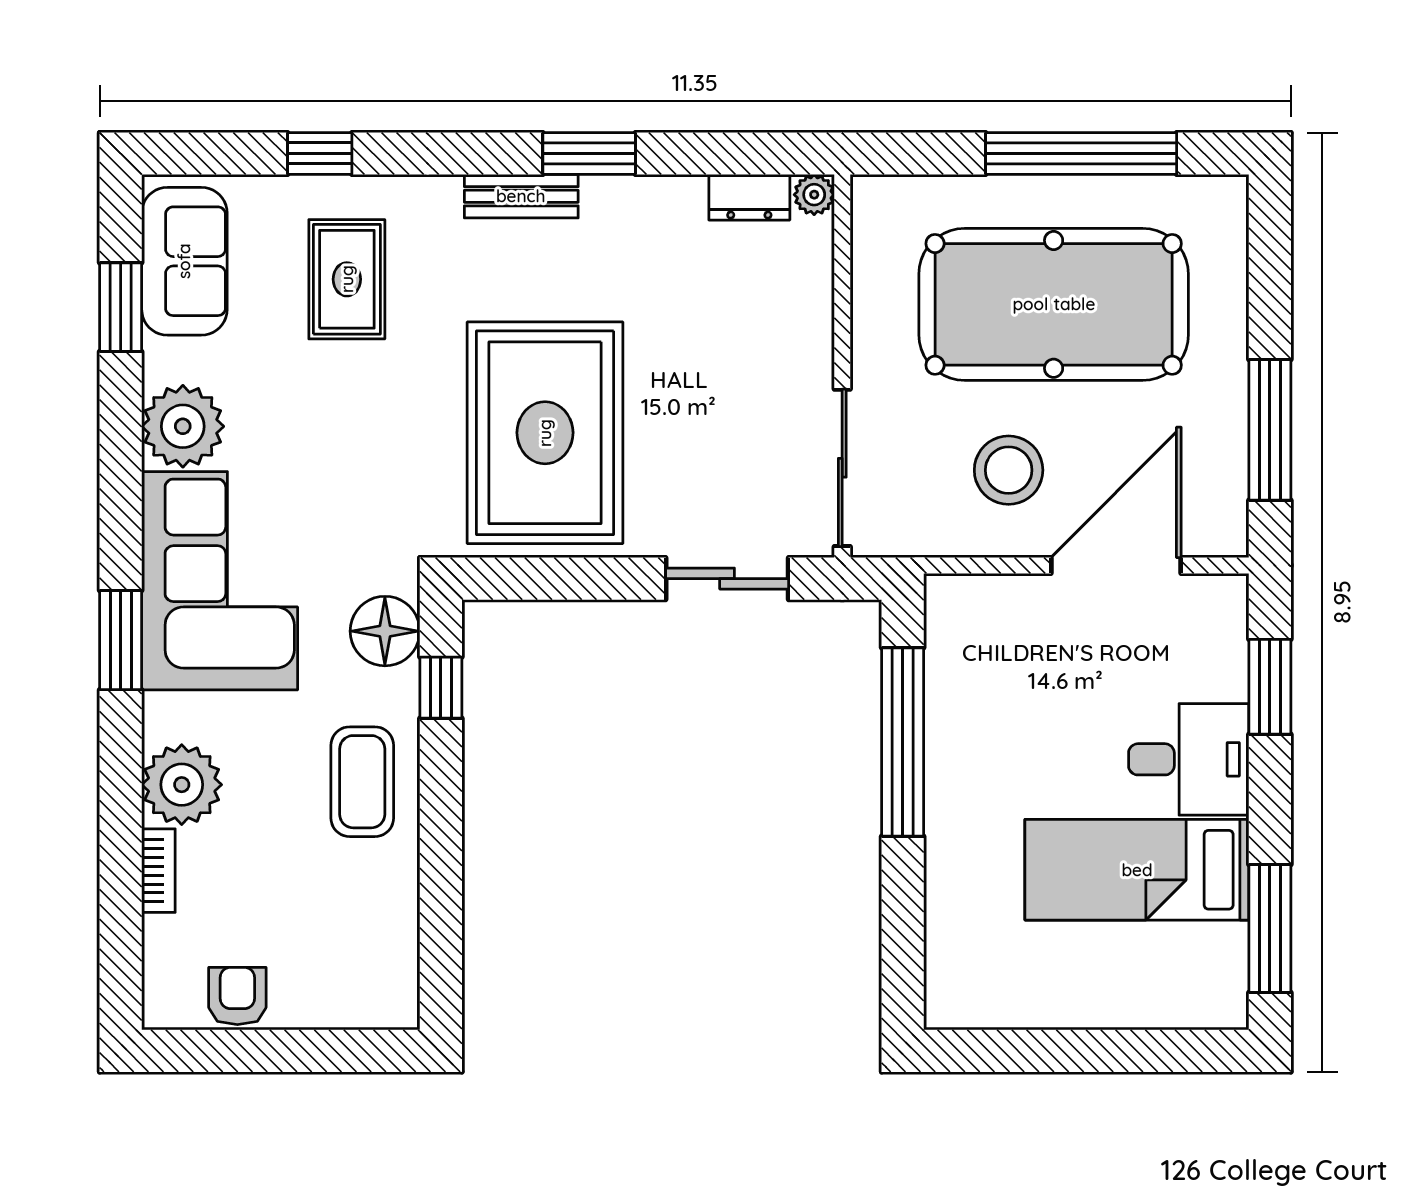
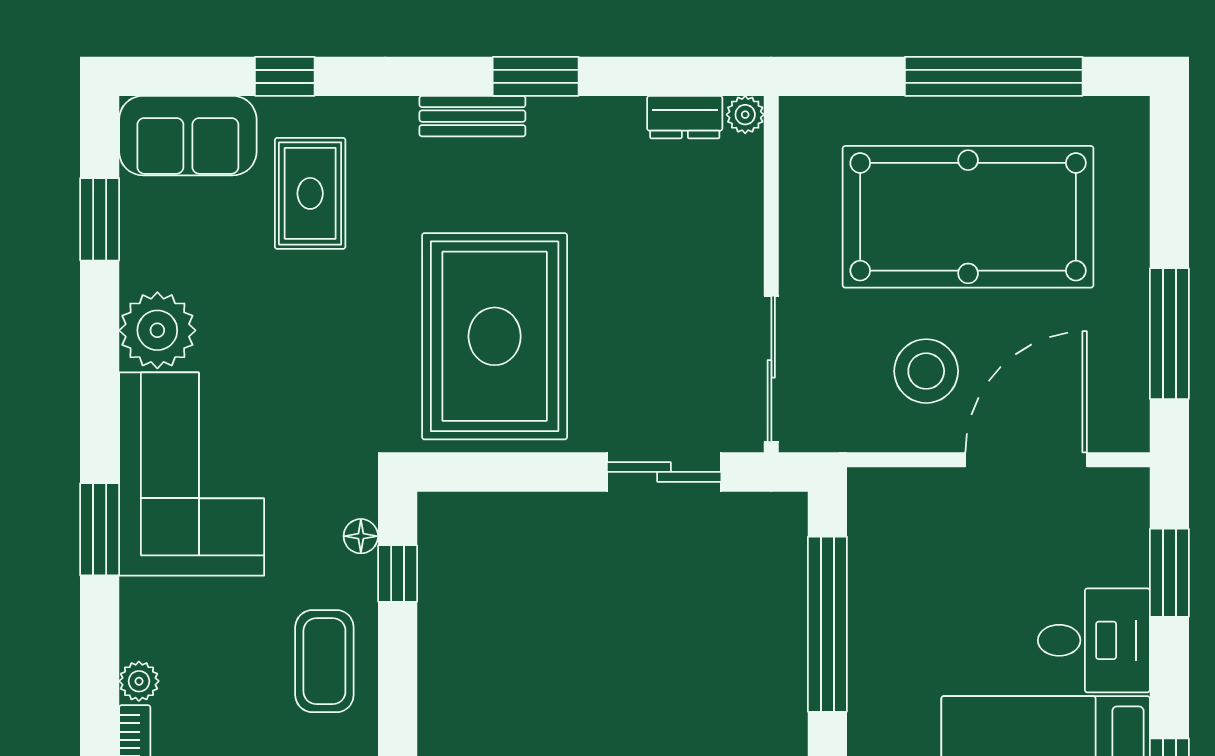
sofa: (184, 261) -> (188, 136), moved, turned 90
floor lamp: (385, 631) -> (361, 536), width x0.53, depth x0.53
plant: (182, 785) -> (139, 681), width x0.53, depth x0.53

